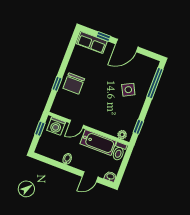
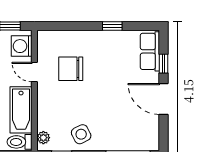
window: (57, 84) -> (112, 26), moved
chair: (74, 84) -> (71, 69), moved
side table: (128, 90) -> (81, 134), moved

